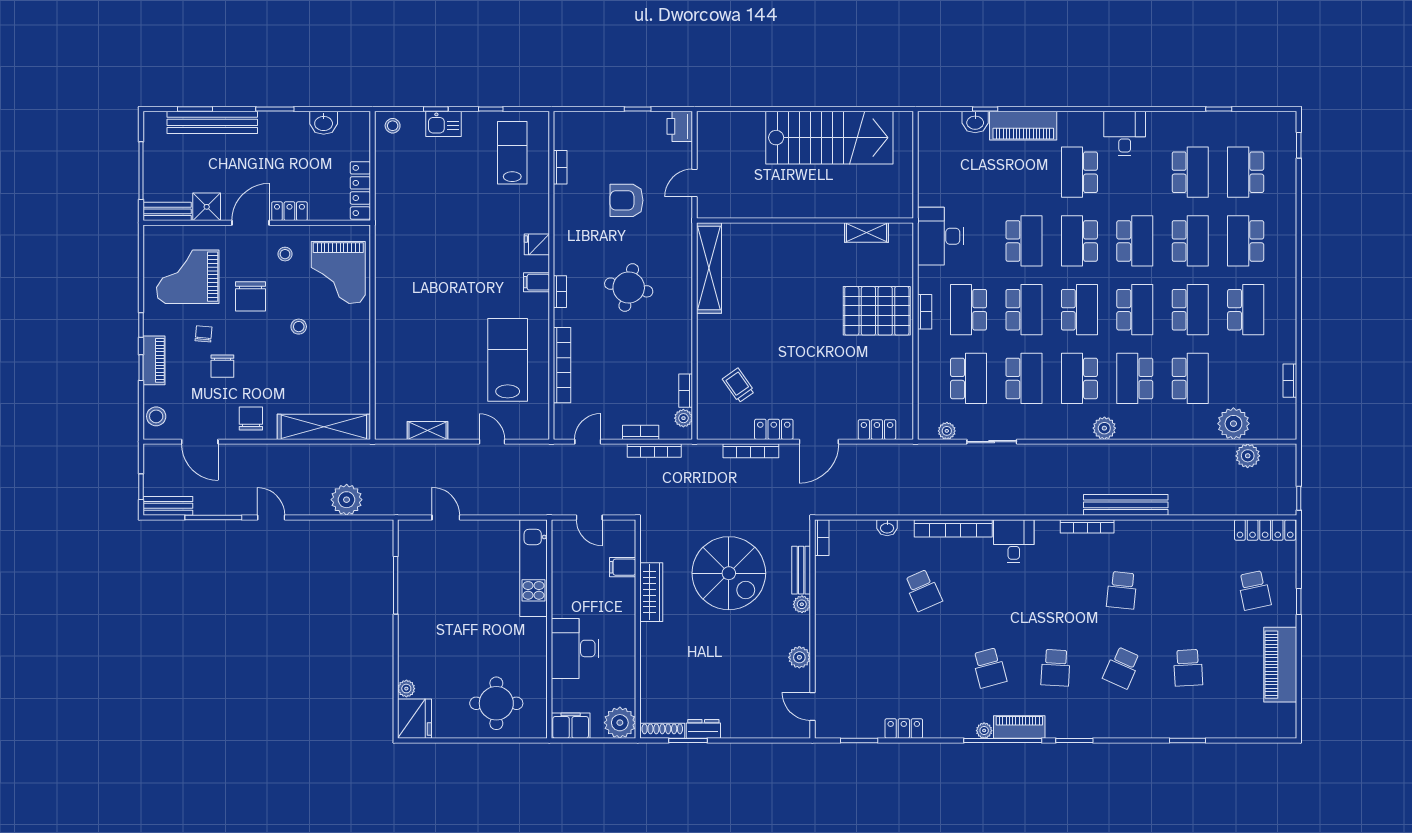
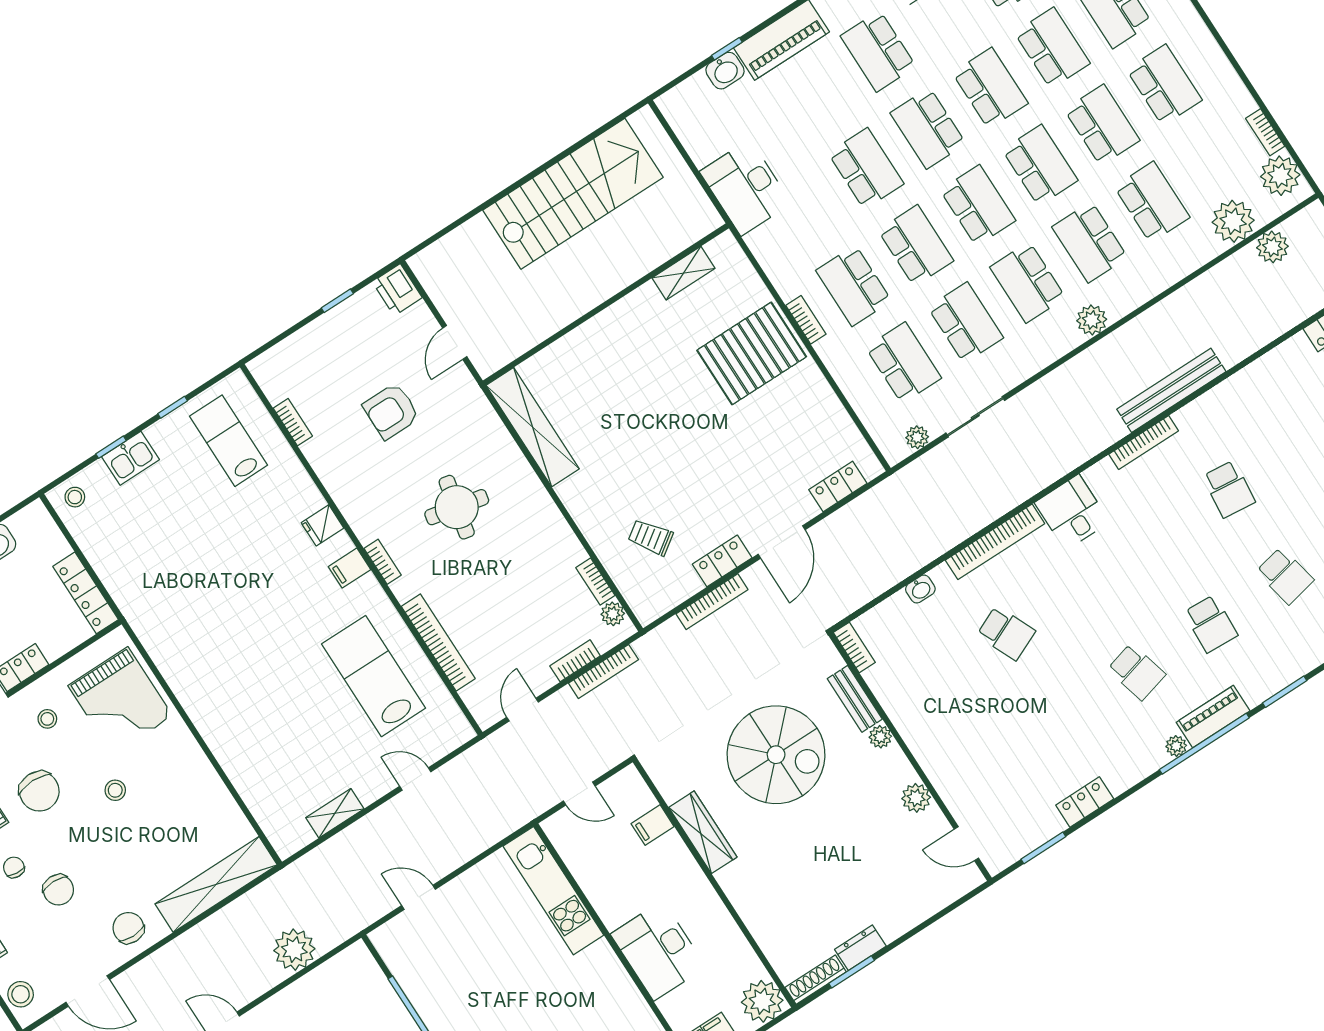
desk: (940, 236) -> (745, 188), moved
plant: (1282, 414) -> (1280, 176), added
school desk: (1122, 668) -> (1285, 576), turned -36

